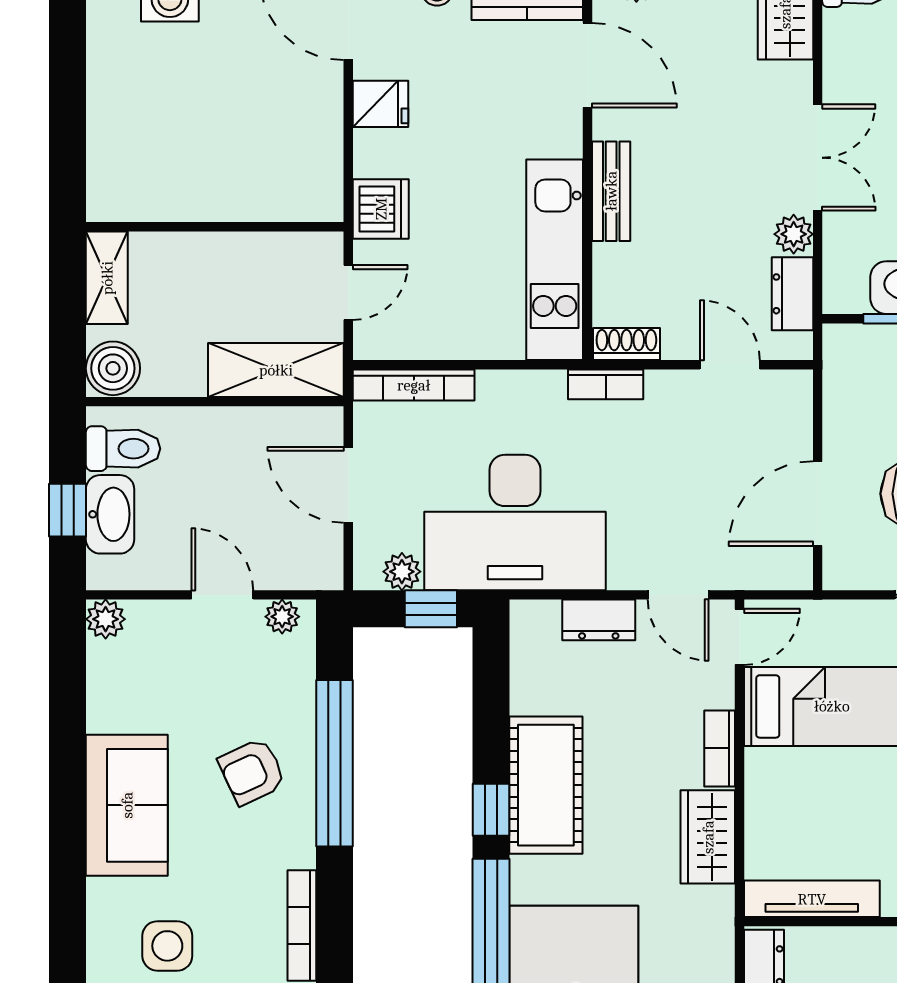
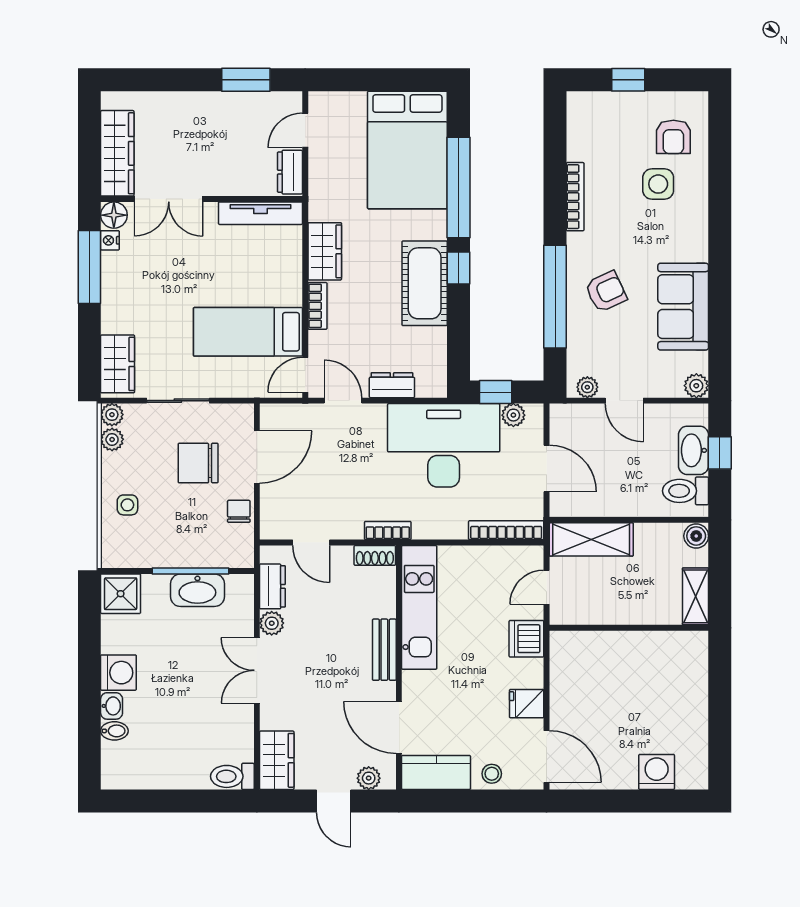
boiler: (113, 368) -> (696, 536), width x0.73, depth x0.73
chair: (847, 416) -> (239, 511), added
sofa: (127, 805) -> (683, 307), moved

